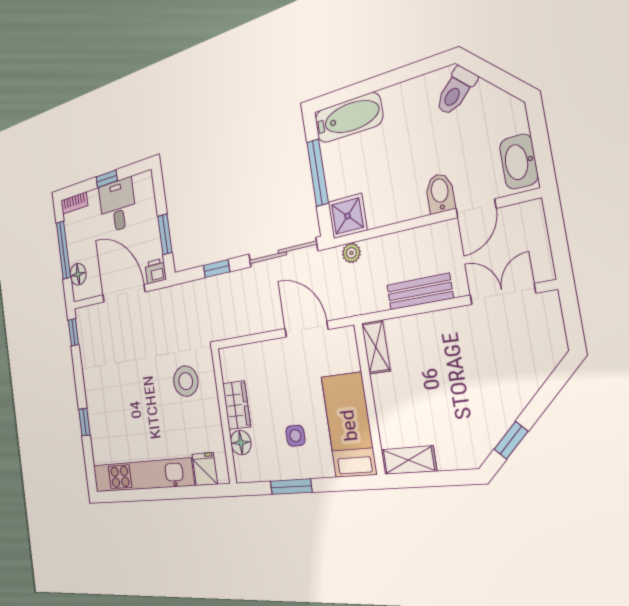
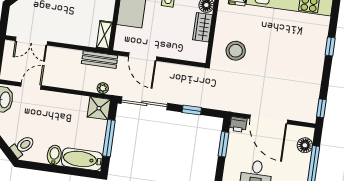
bidet: (440, 193) -> (54, 155), moved, turned 180
bench: (420, 292) -> (100, 60), moved

